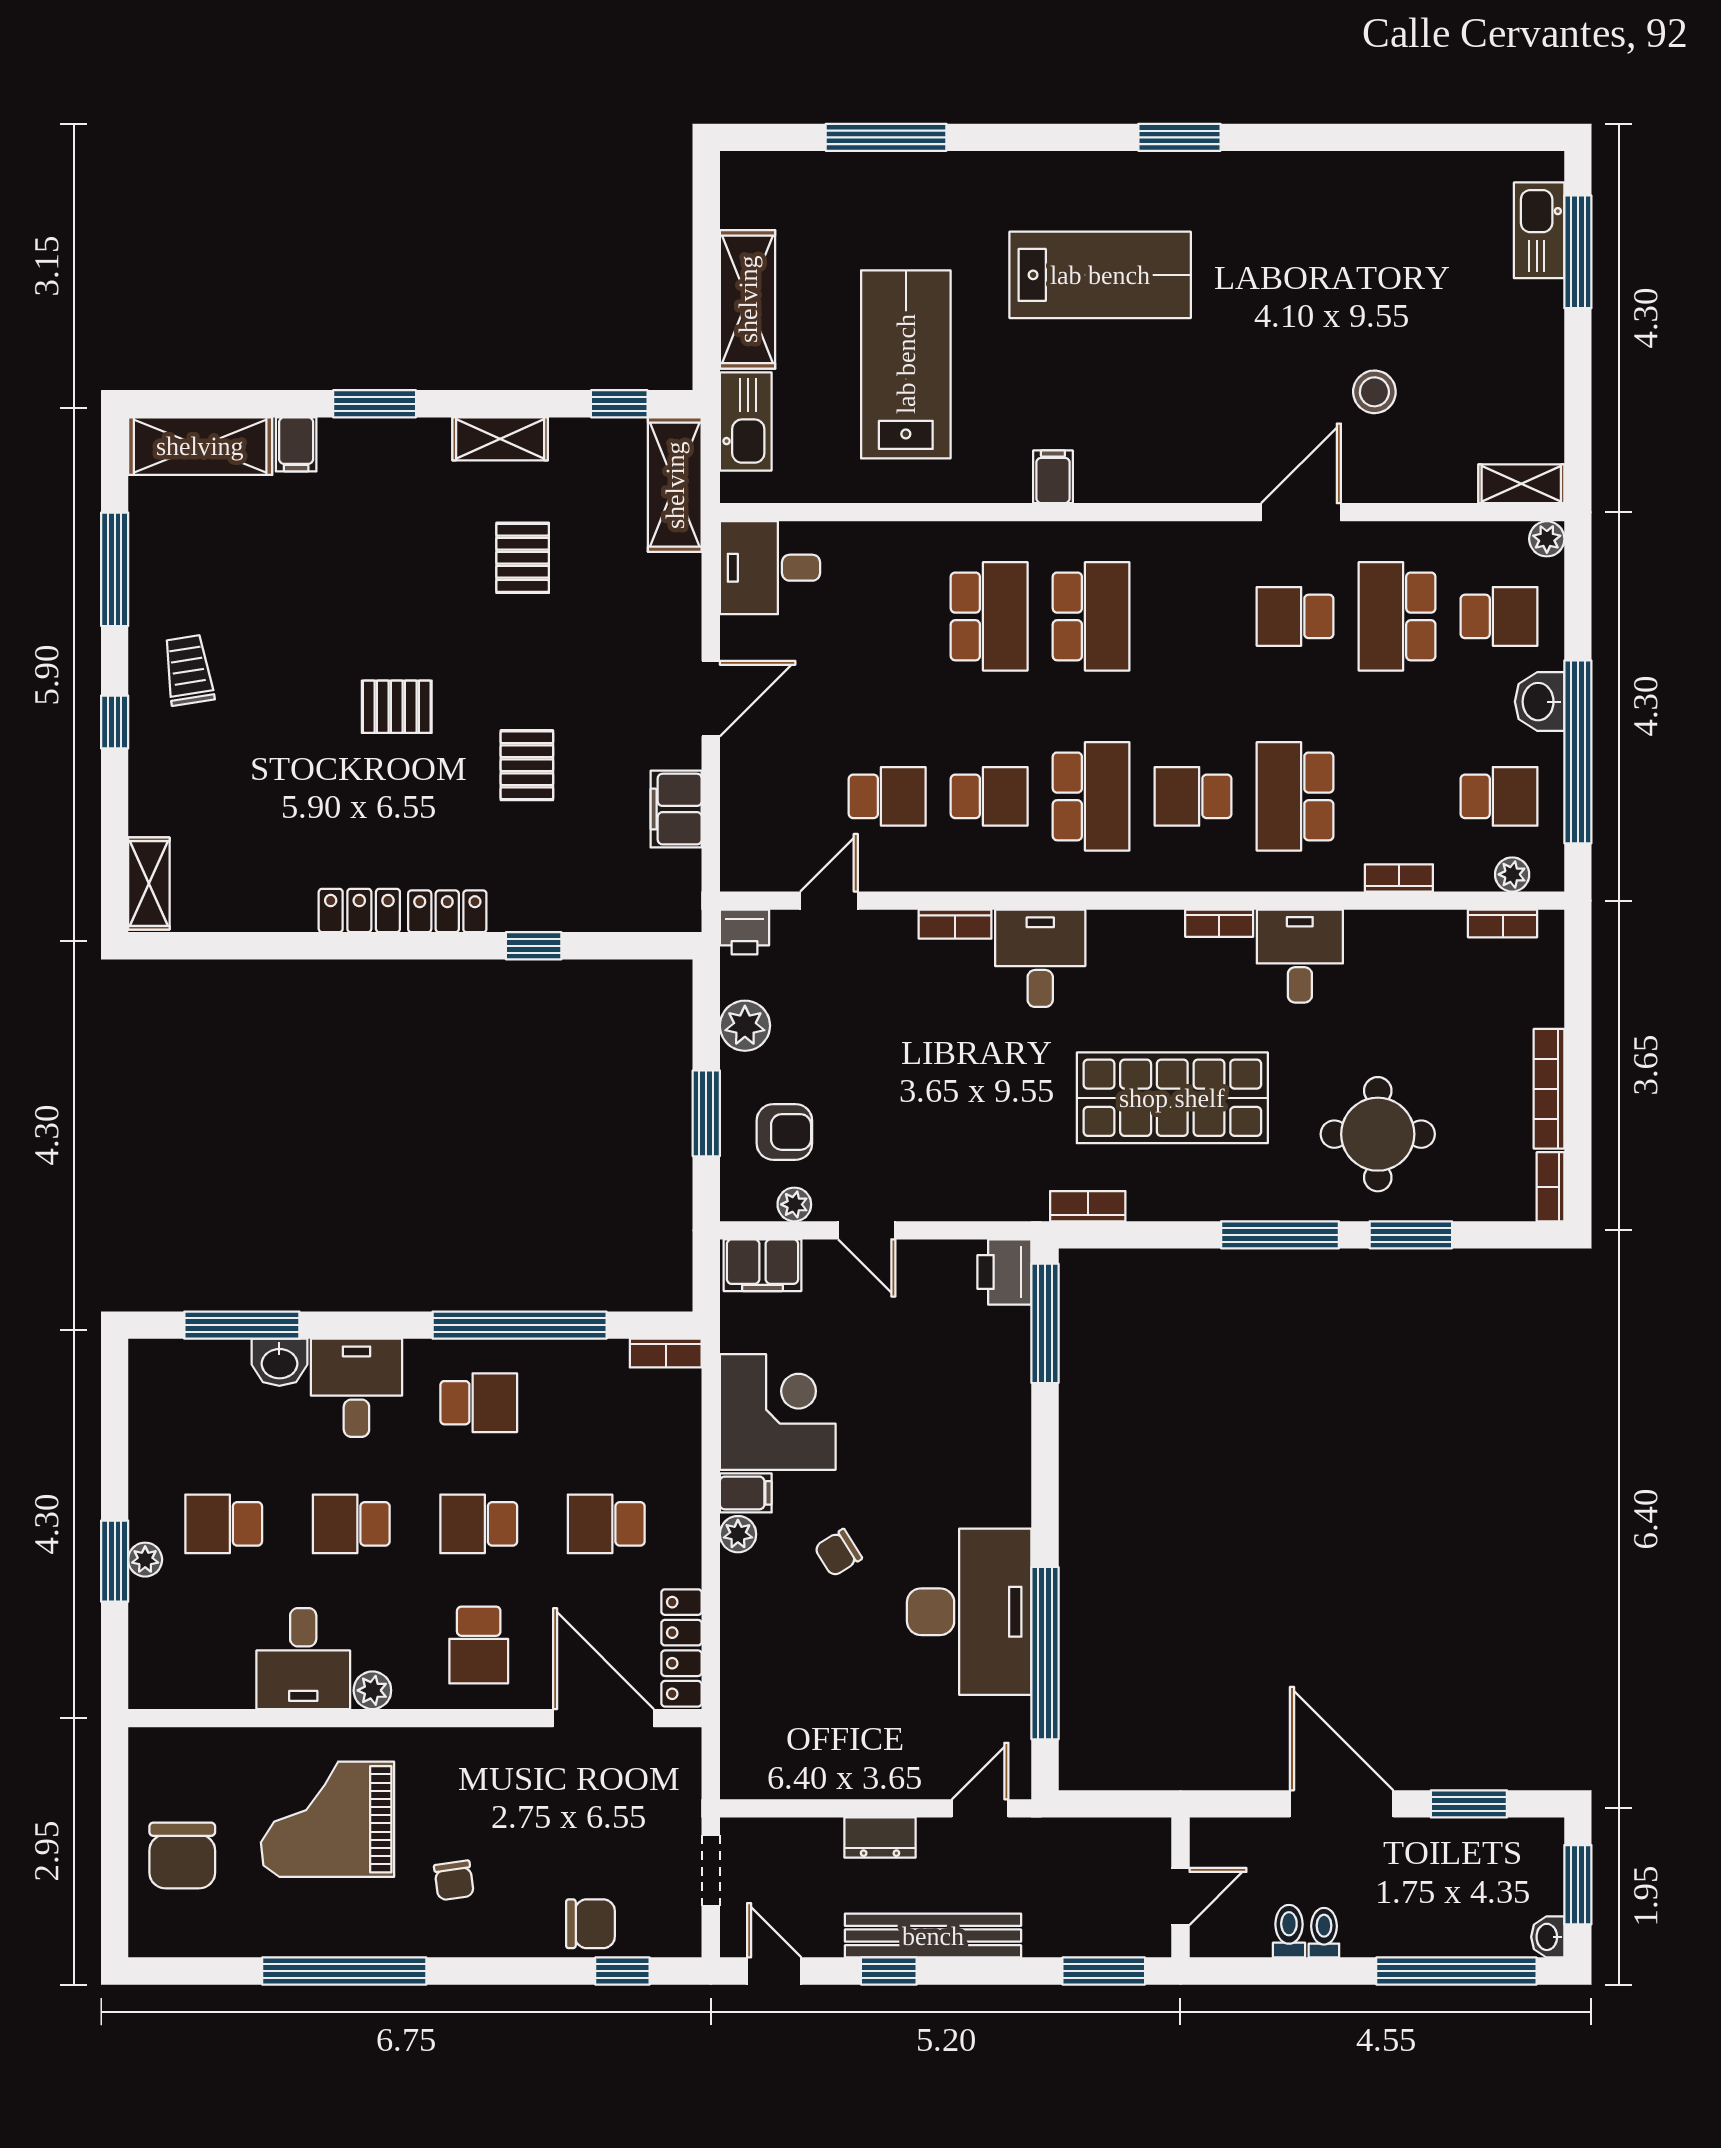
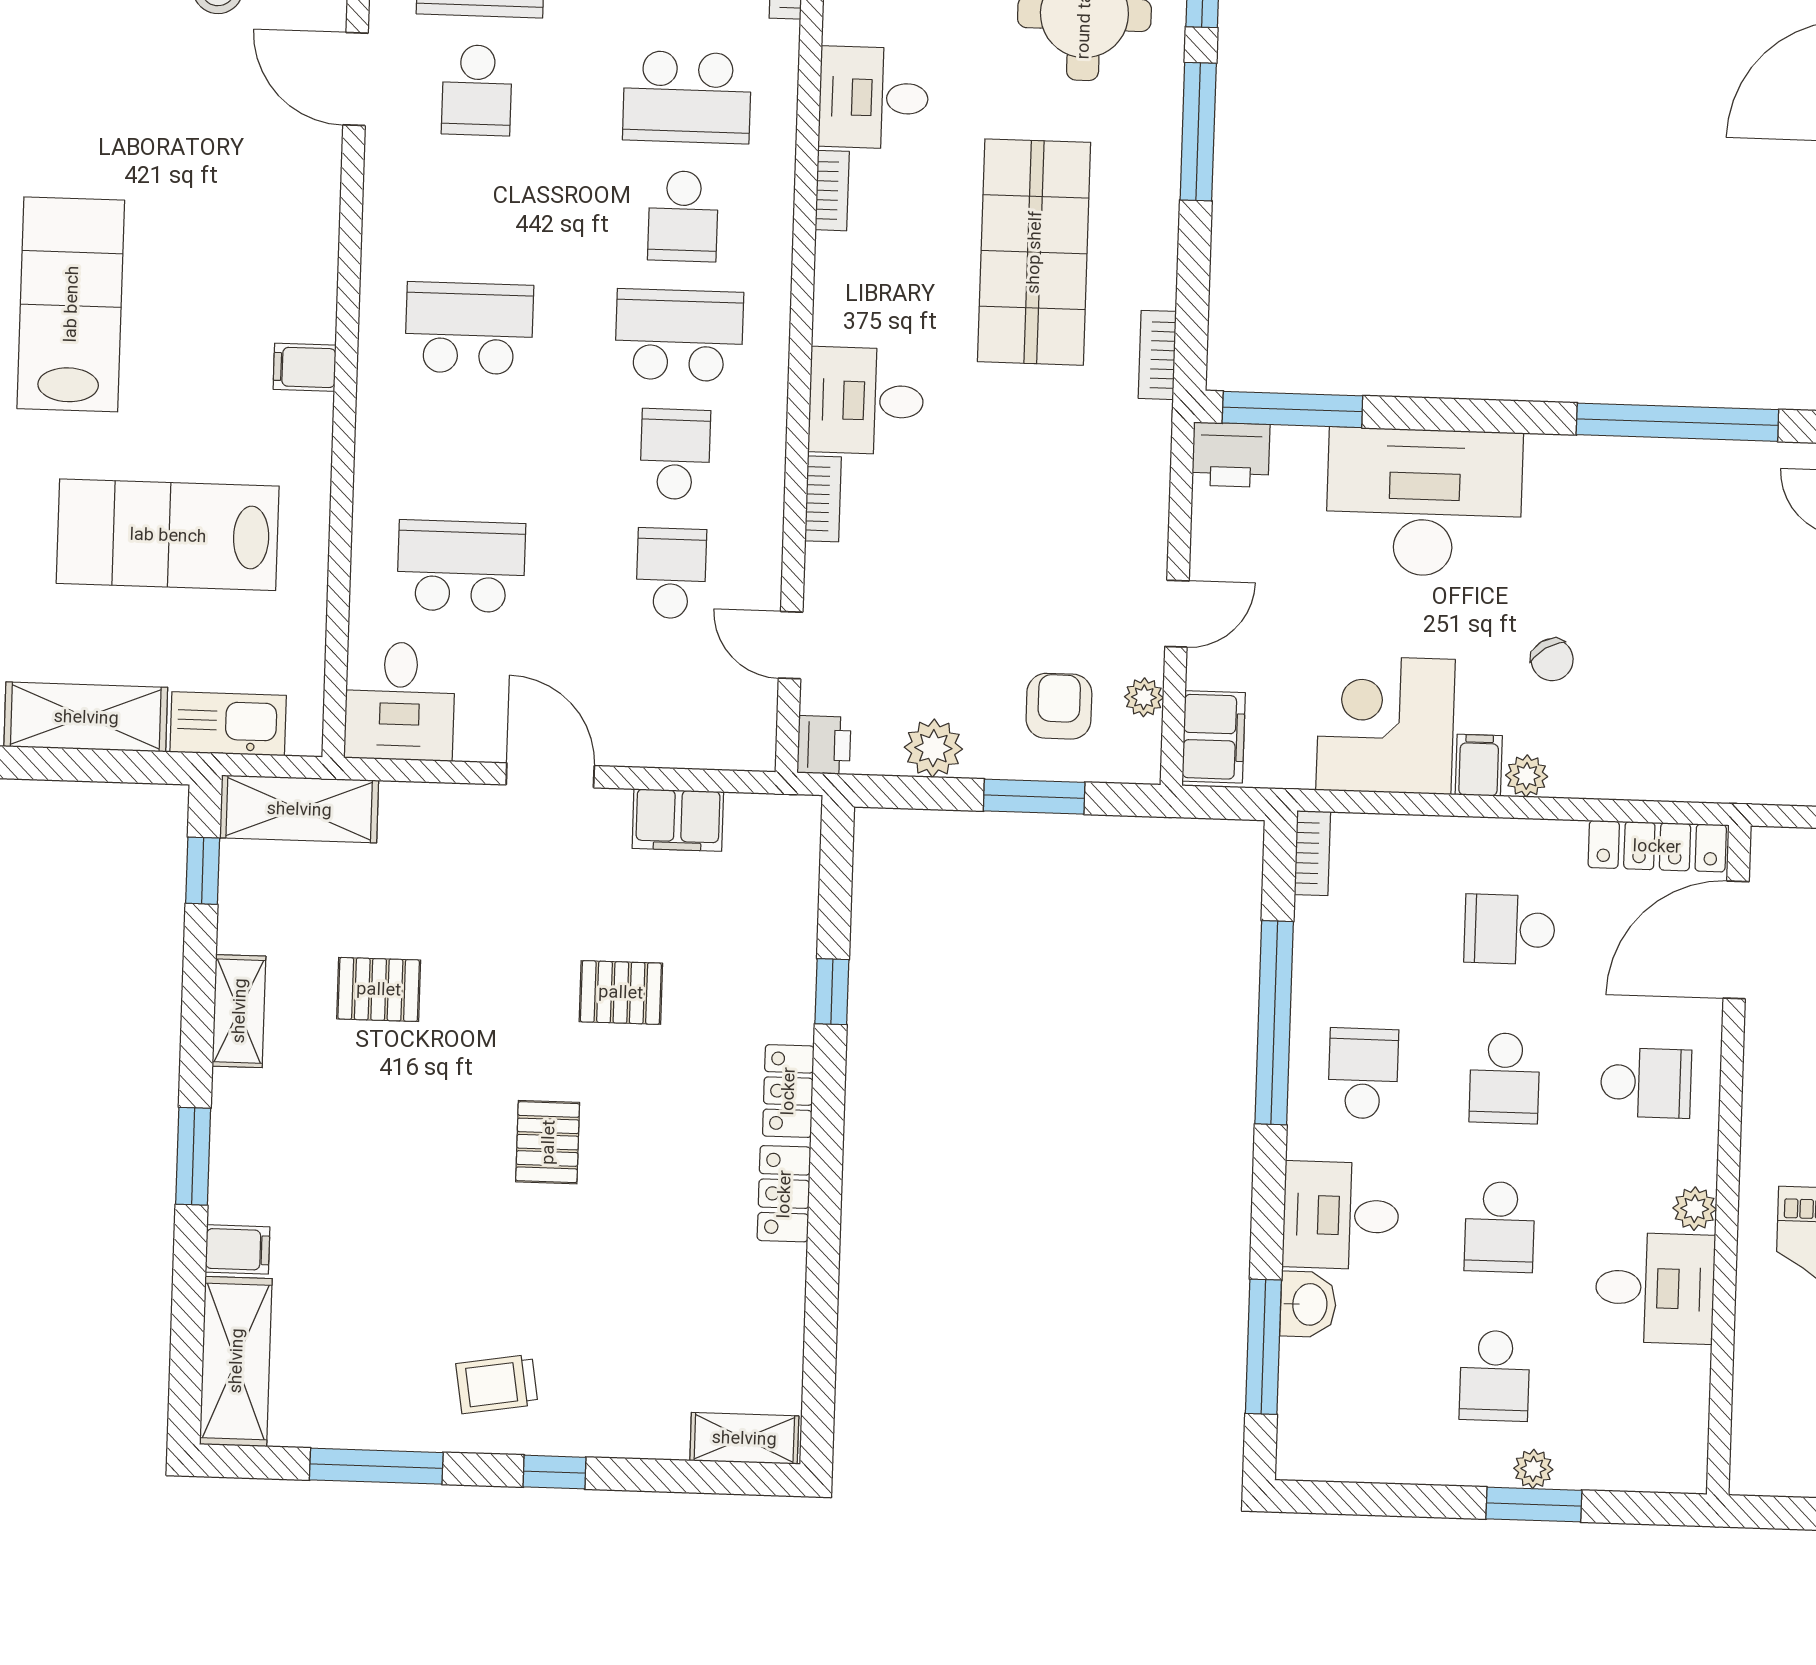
school desk: (989, 616) -> (461, 566), moved
school desk: (606, 1524) -> (1509, 929), turned 90
desk: (969, 1612) -> (1424, 502), moved

